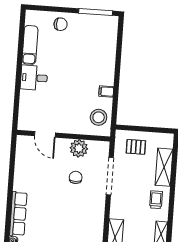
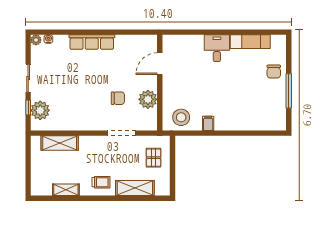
window: (96, 12) -> (289, 91), moved
doorway: (110, 176) -> (122, 133), width x0.73
row of seats: (18, 214) -> (92, 42), moved

